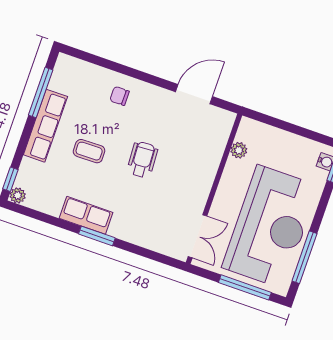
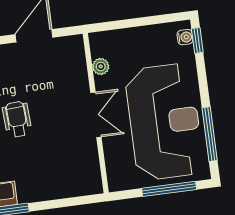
double door: (197, 236) -> (96, 115), moved

